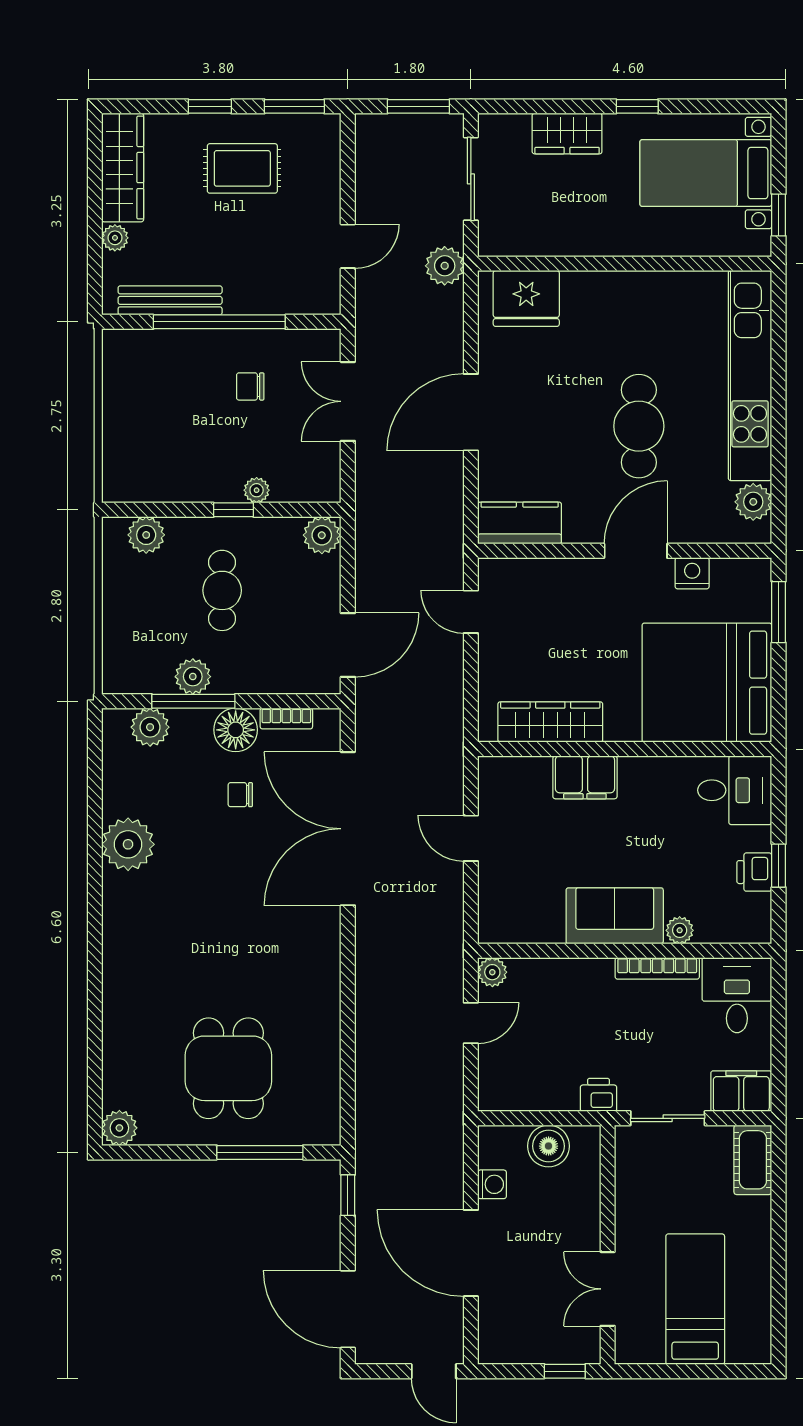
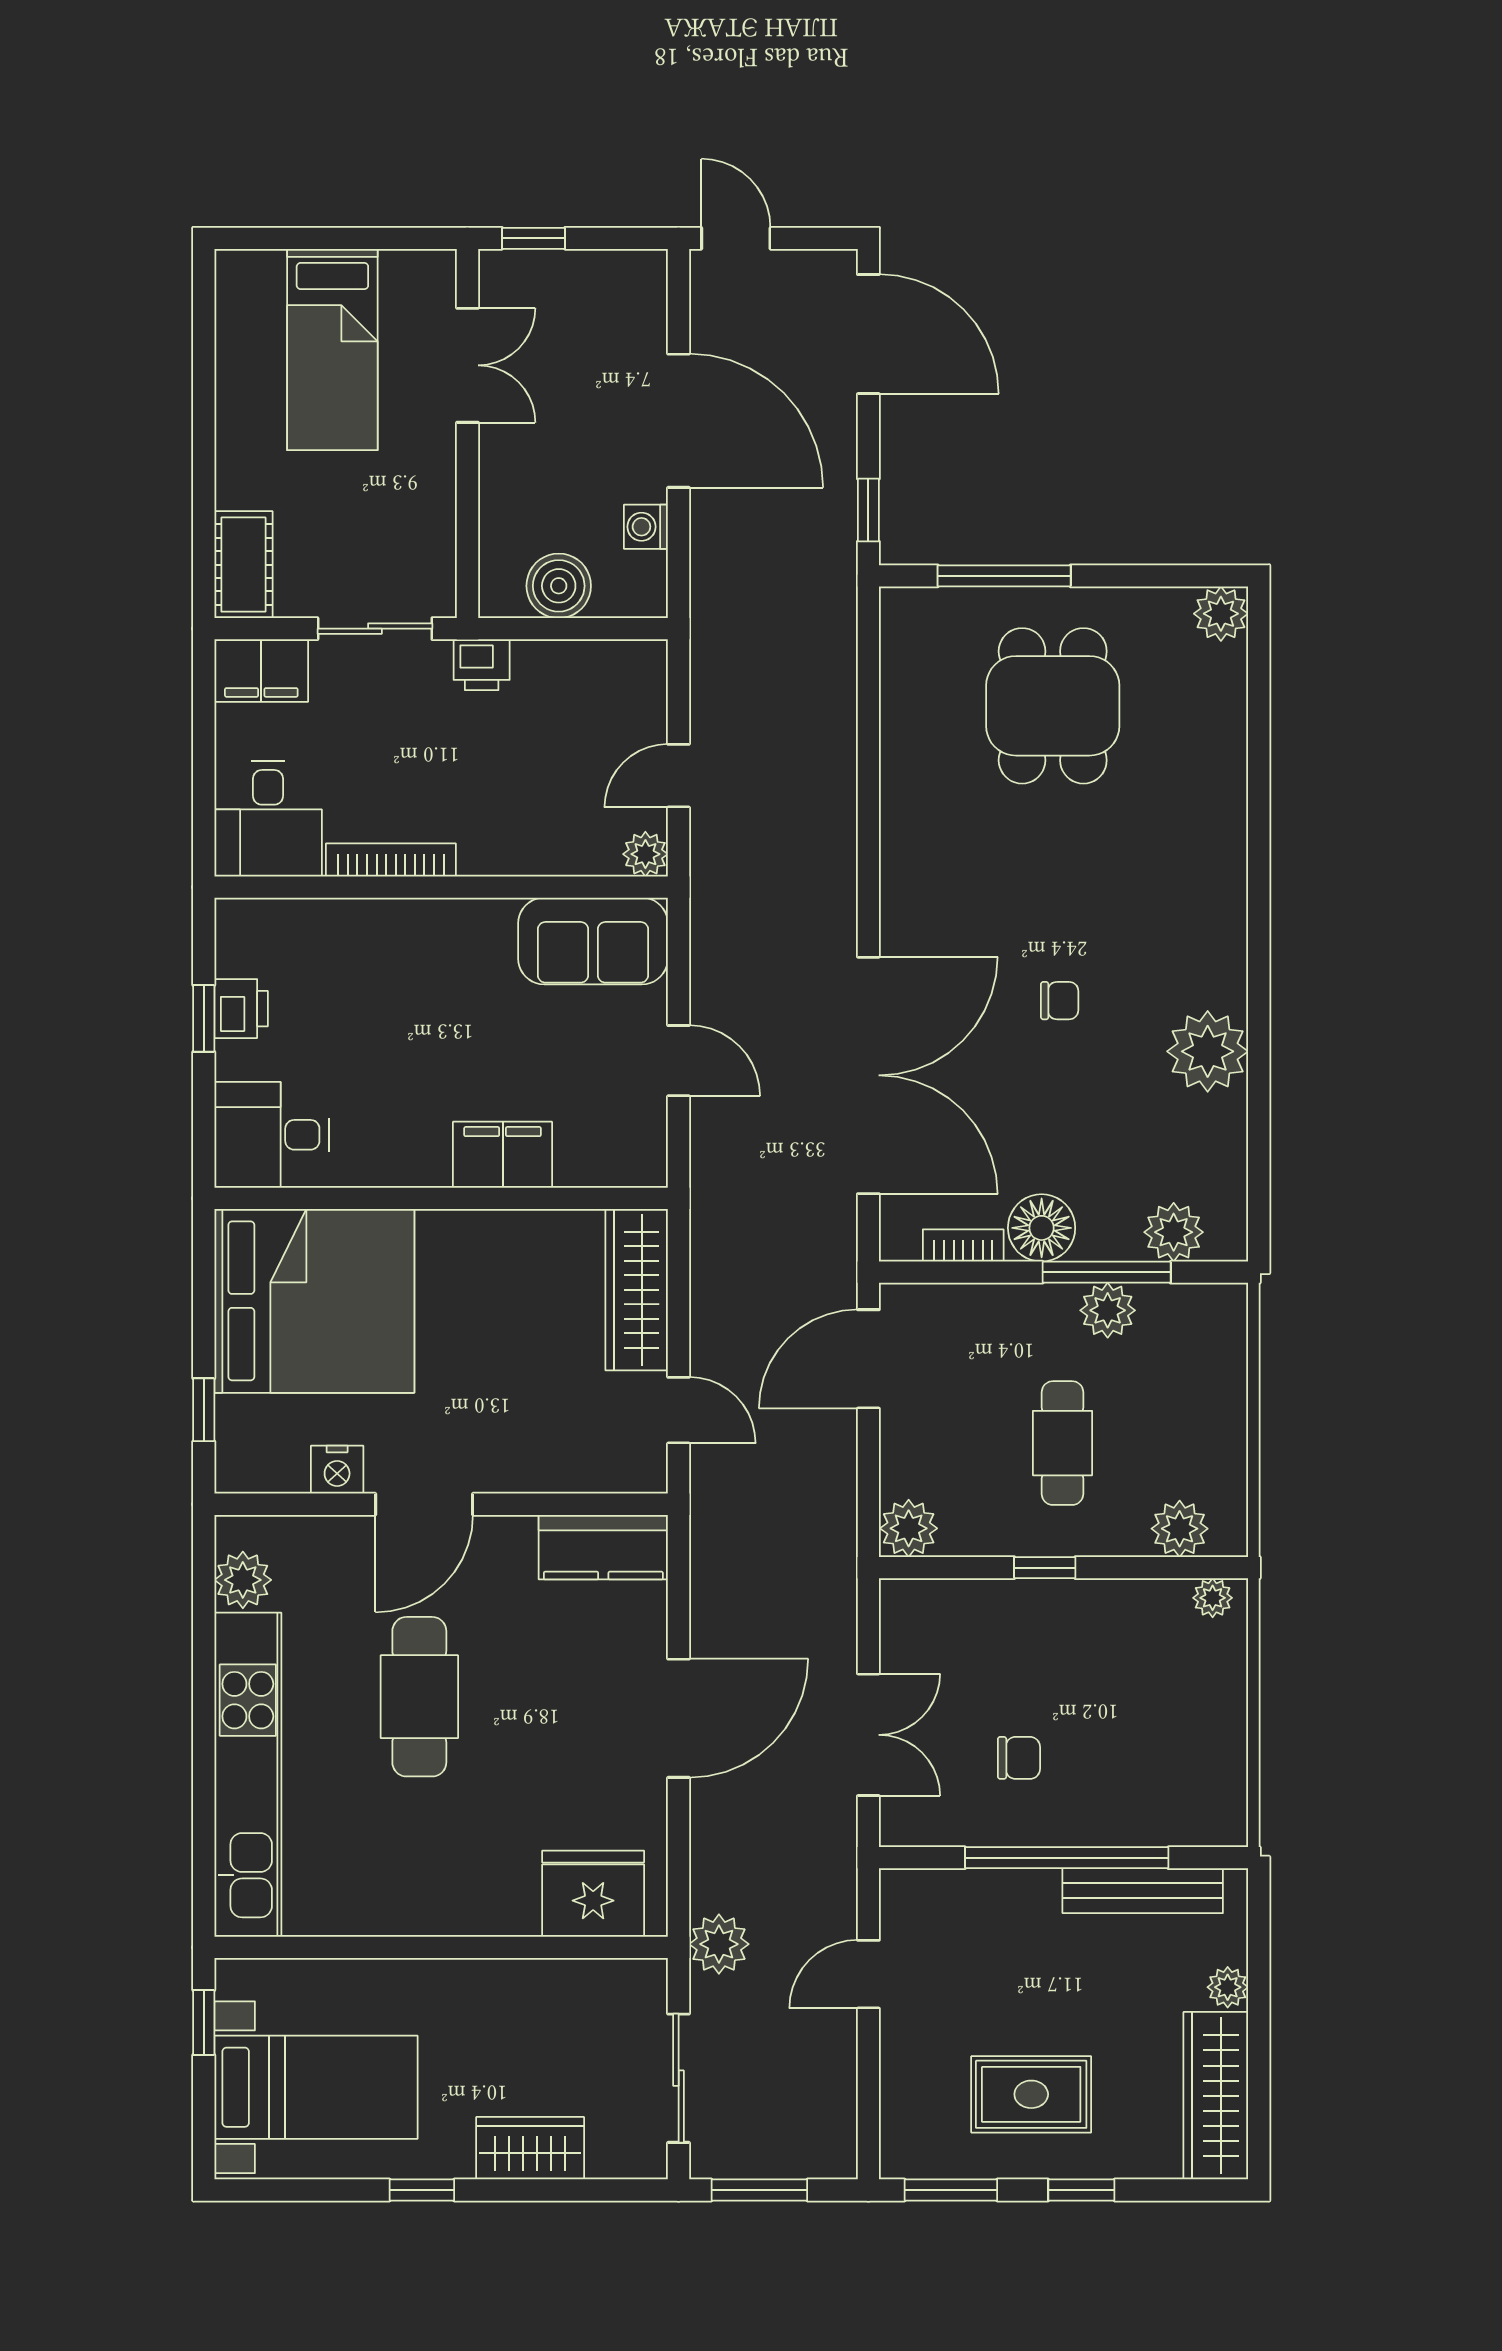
plant: (257, 490) -> (1213, 1598), moved
window: (779, 612) -> (204, 1410), width x0.67
wardrobe: (550, 722) -> (637, 1290), moved, turned 90
chair: (240, 795) -> (1060, 1001), moved
sofa: (615, 916) -> (593, 941), moved
plant: (680, 930) -> (356, 919), removed

